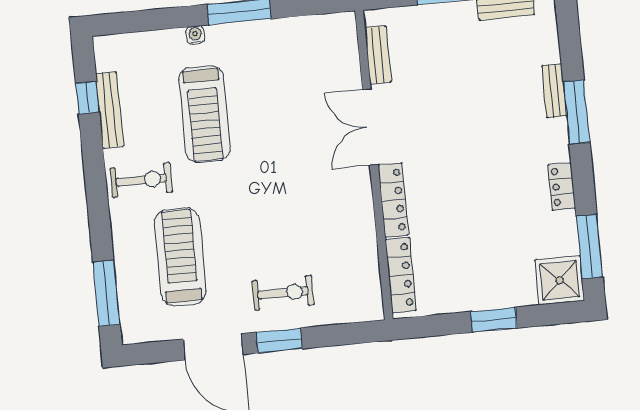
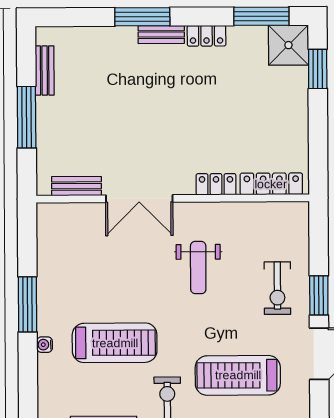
bench: (554, 91) -> (161, 35), moved
locker: (393, 200) -> (216, 184), width x0.66
weight bench: (298, 201) -> (198, 268), added
exercise bike: (283, 293) -> (277, 288), turned 180
window: (494, 320) -> (318, 69), moved

